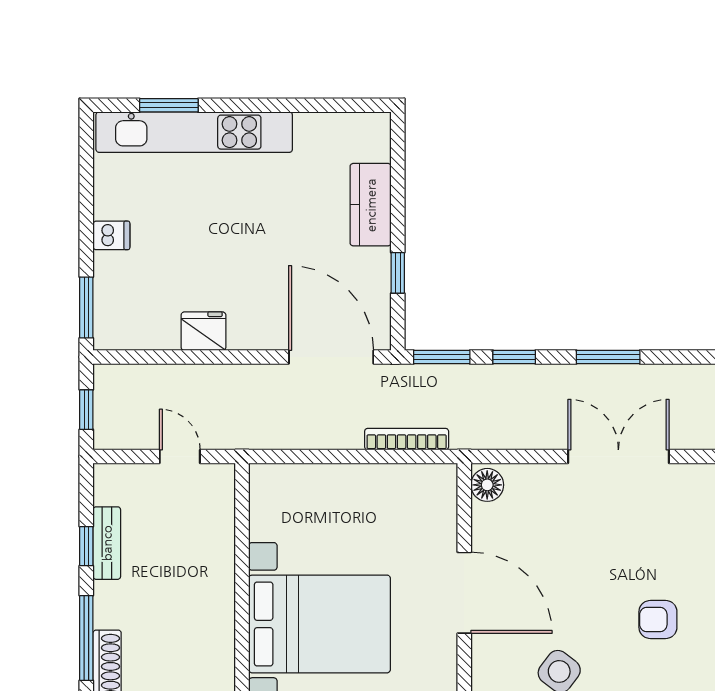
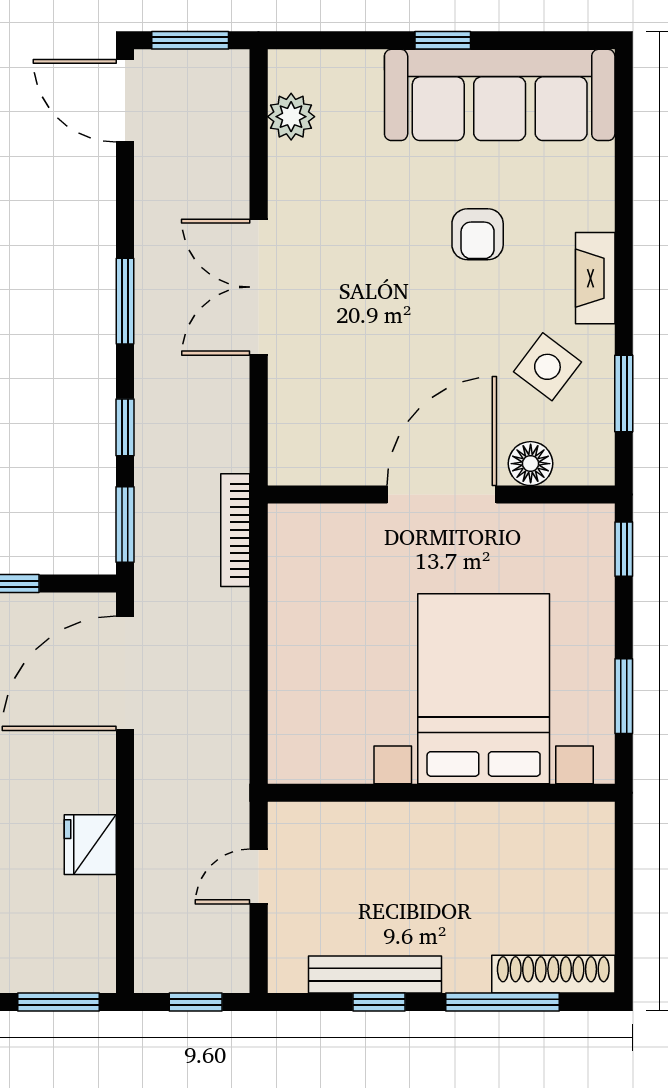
bookcase: (407, 439) -> (235, 530), moved
floor lamp: (487, 485) -> (531, 464), moved
bench: (107, 543) -> (375, 975), width x1.36

